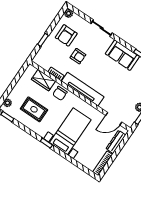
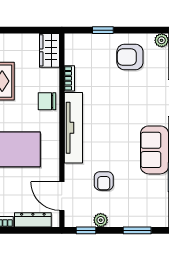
armchair: (78, 56) -> (104, 181), moved
wardrobe: (43, 80) -> (50, 50), moved

